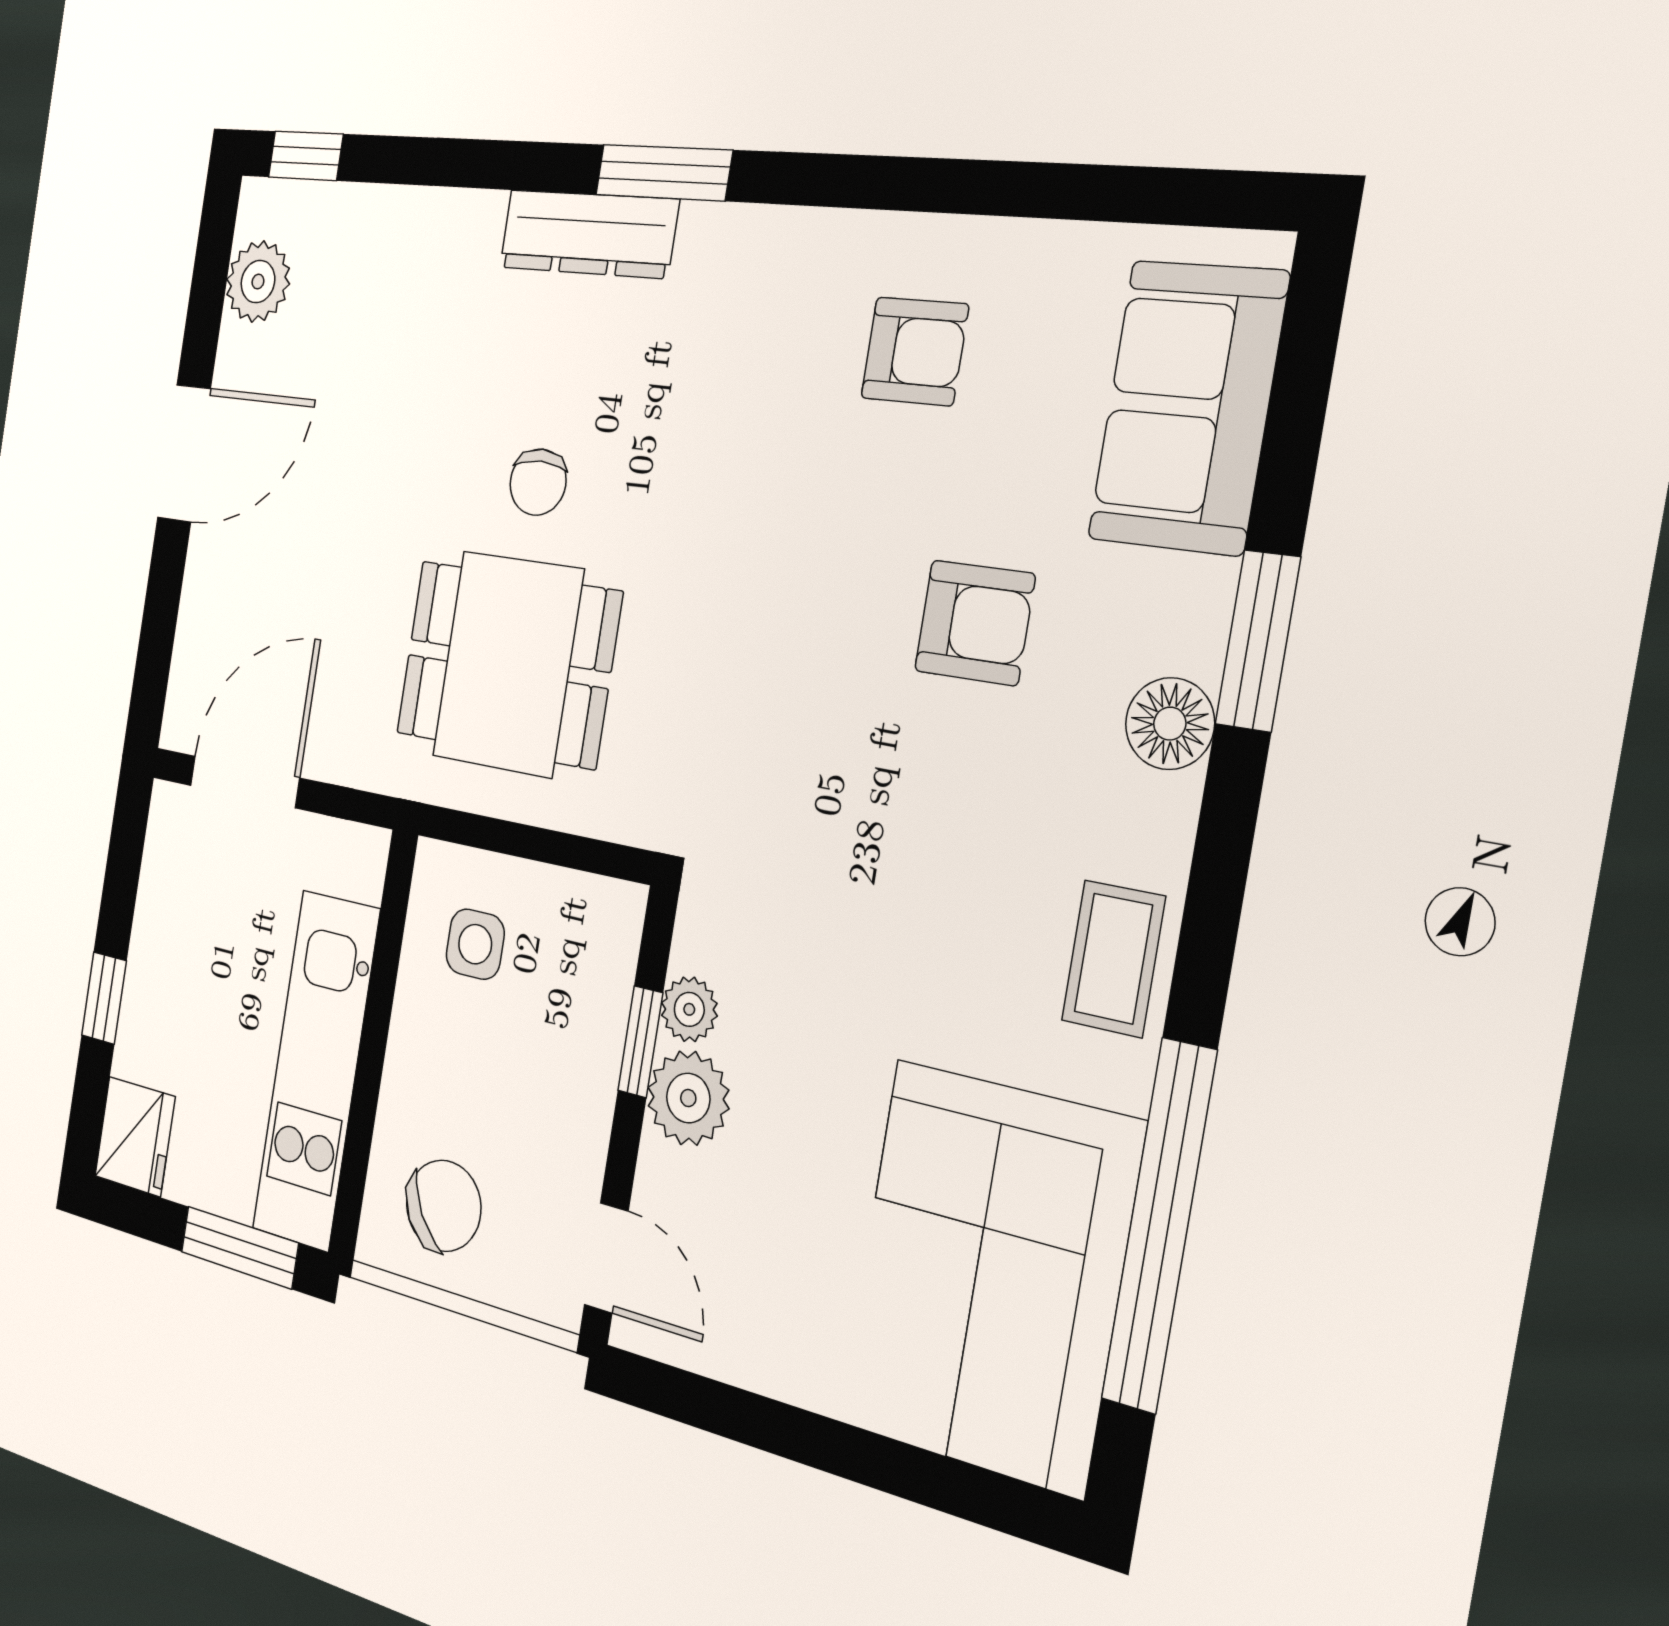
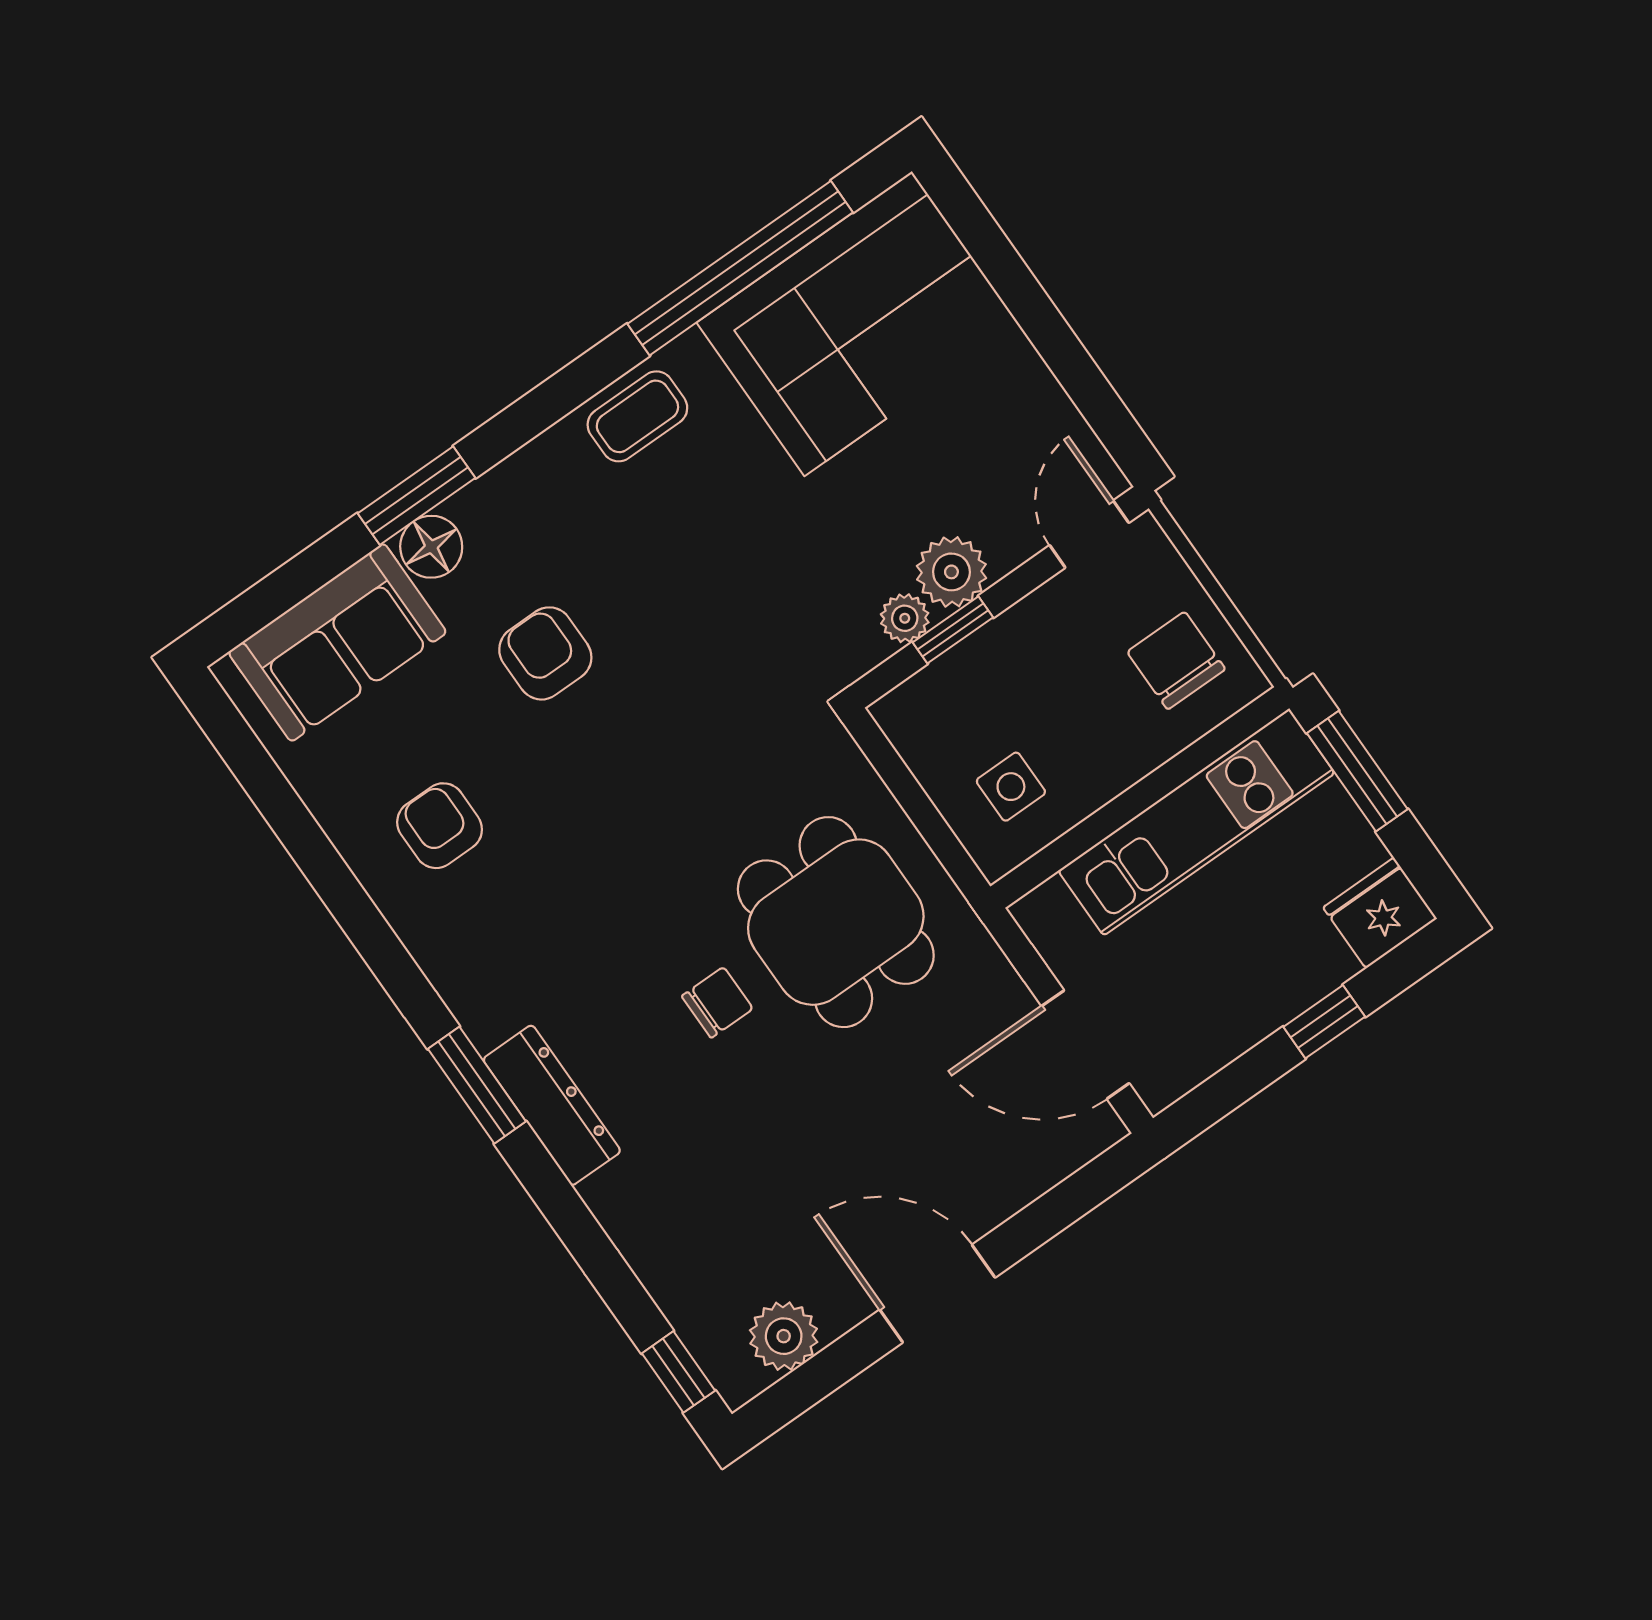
floor lamp: (1170, 724) -> (431, 547), moved
chair: (444, 1206) -> (1176, 660), turned 32

